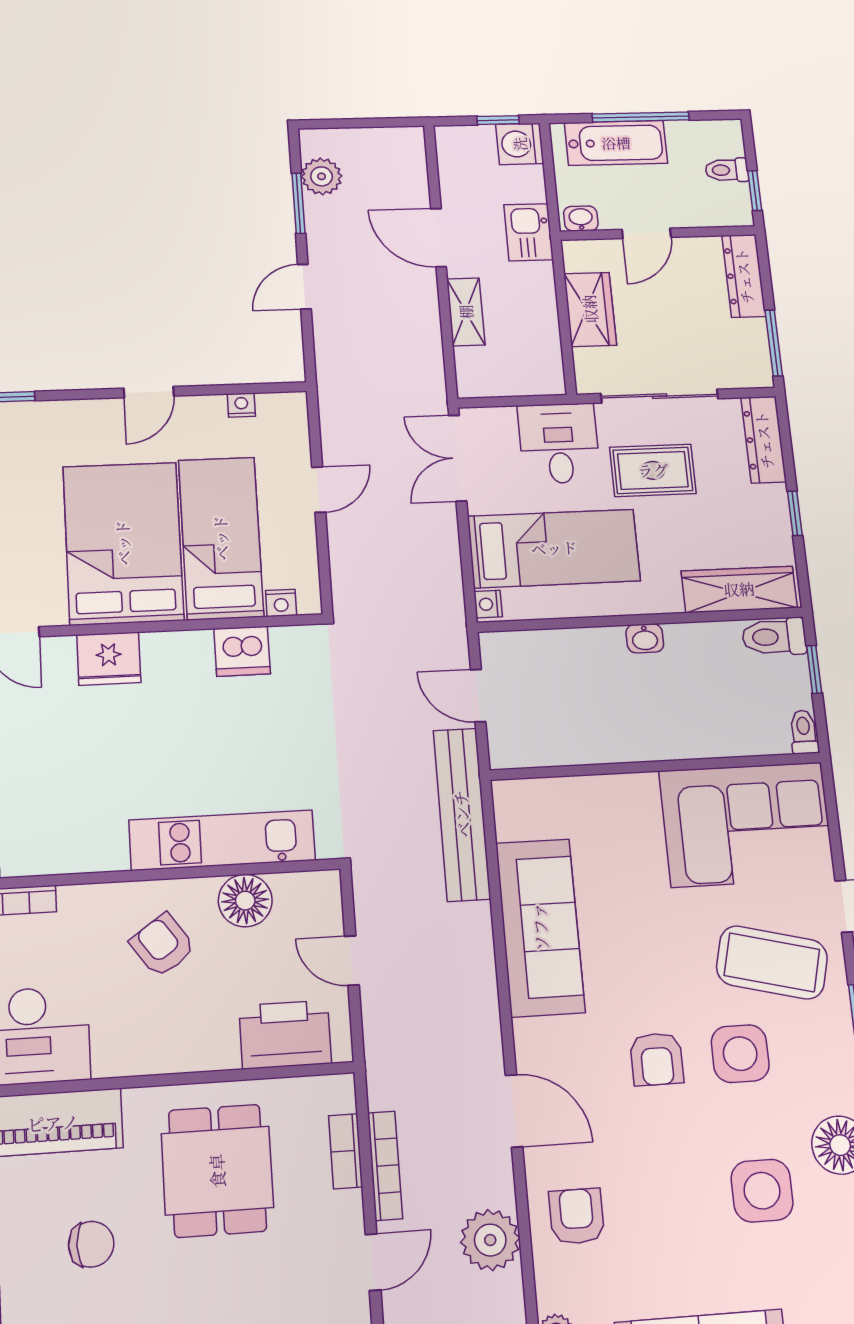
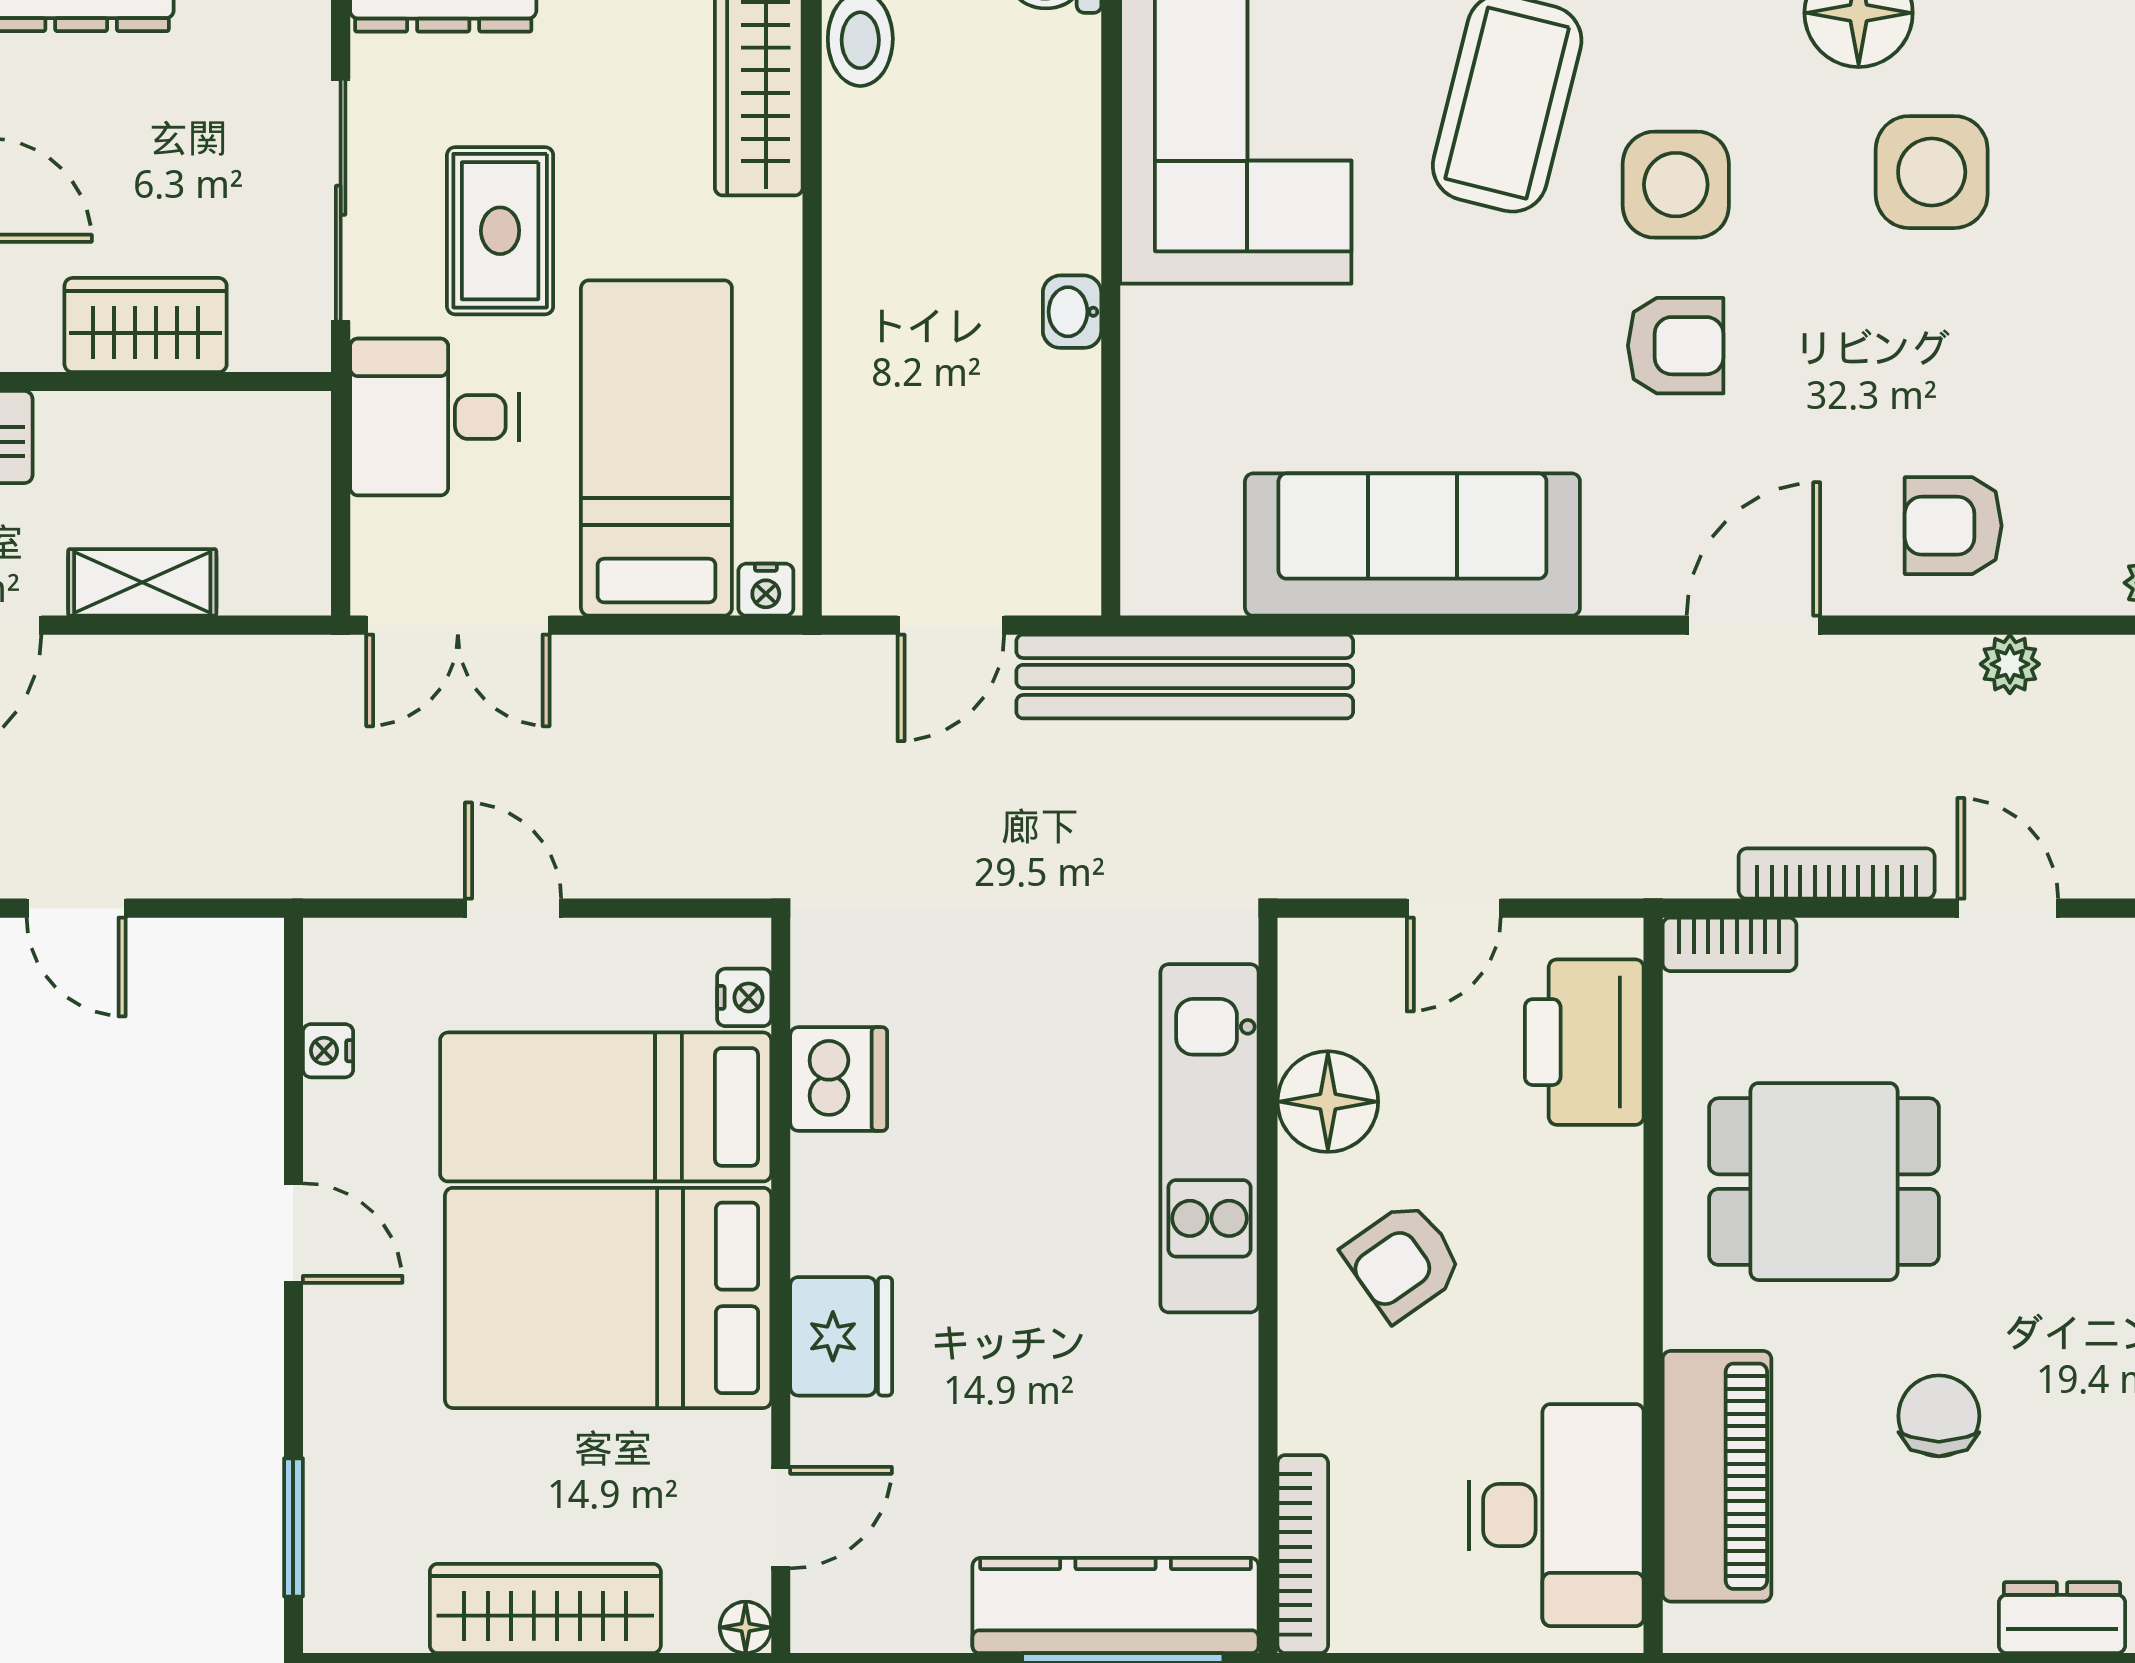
washbasin: (645, 638) -> (1072, 312), moved, turned 180
bookcase: (346, 1151) -> (1729, 944), moved
plant: (490, 1240) -> (2010, 664), width x0.53, depth x0.53

